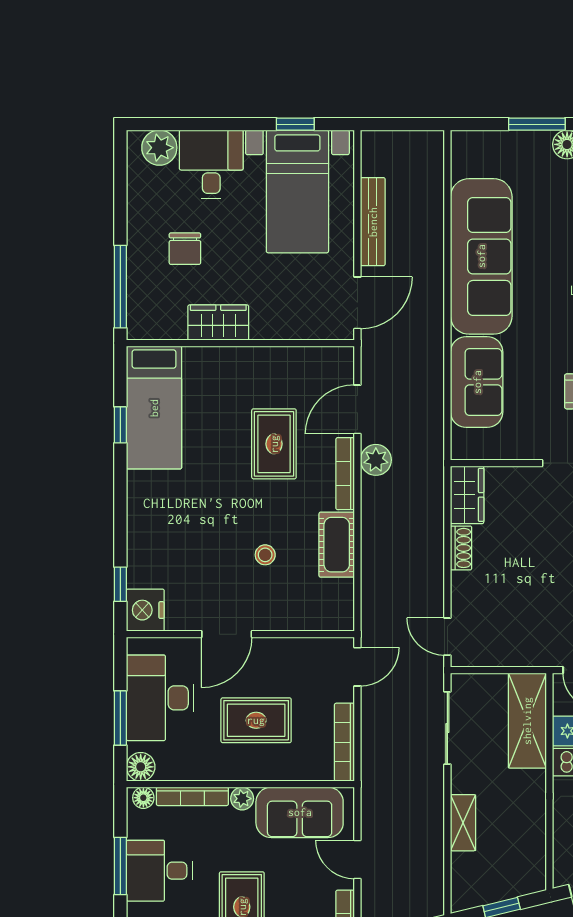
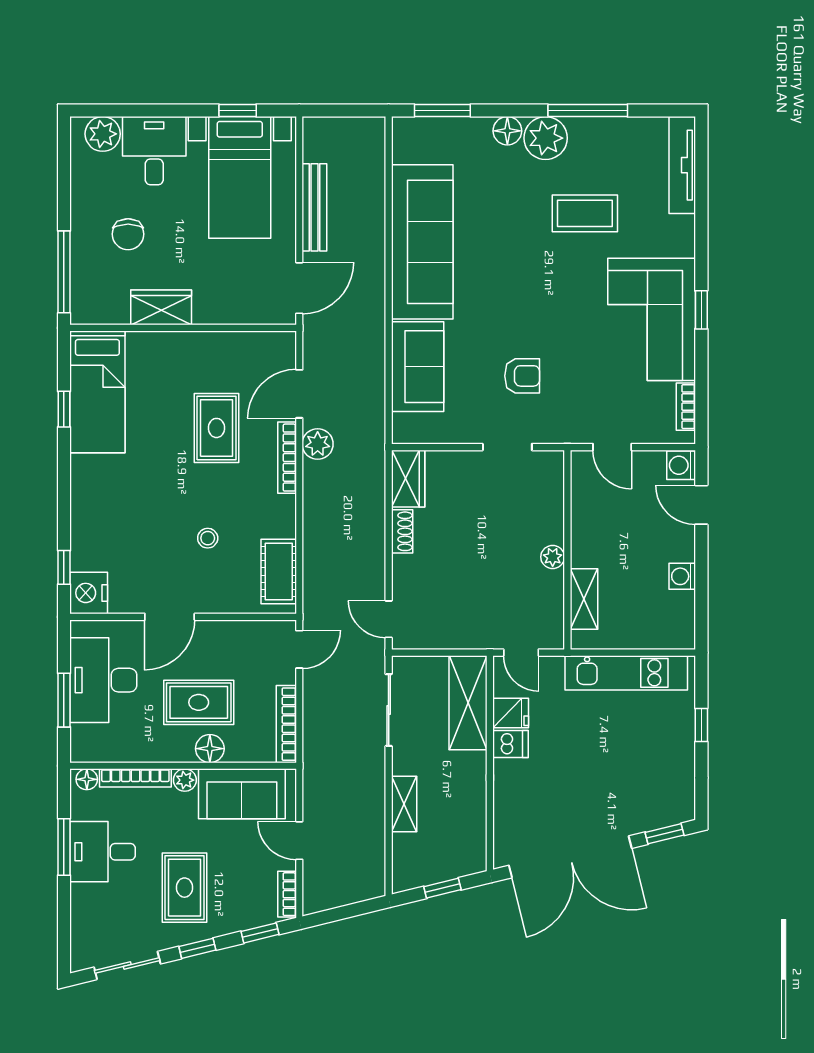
window: (537, 124) -> (442, 111), moved
cot: (337, 545) -> (279, 571), moved
floor lamp: (141, 767) -> (210, 749), moved

